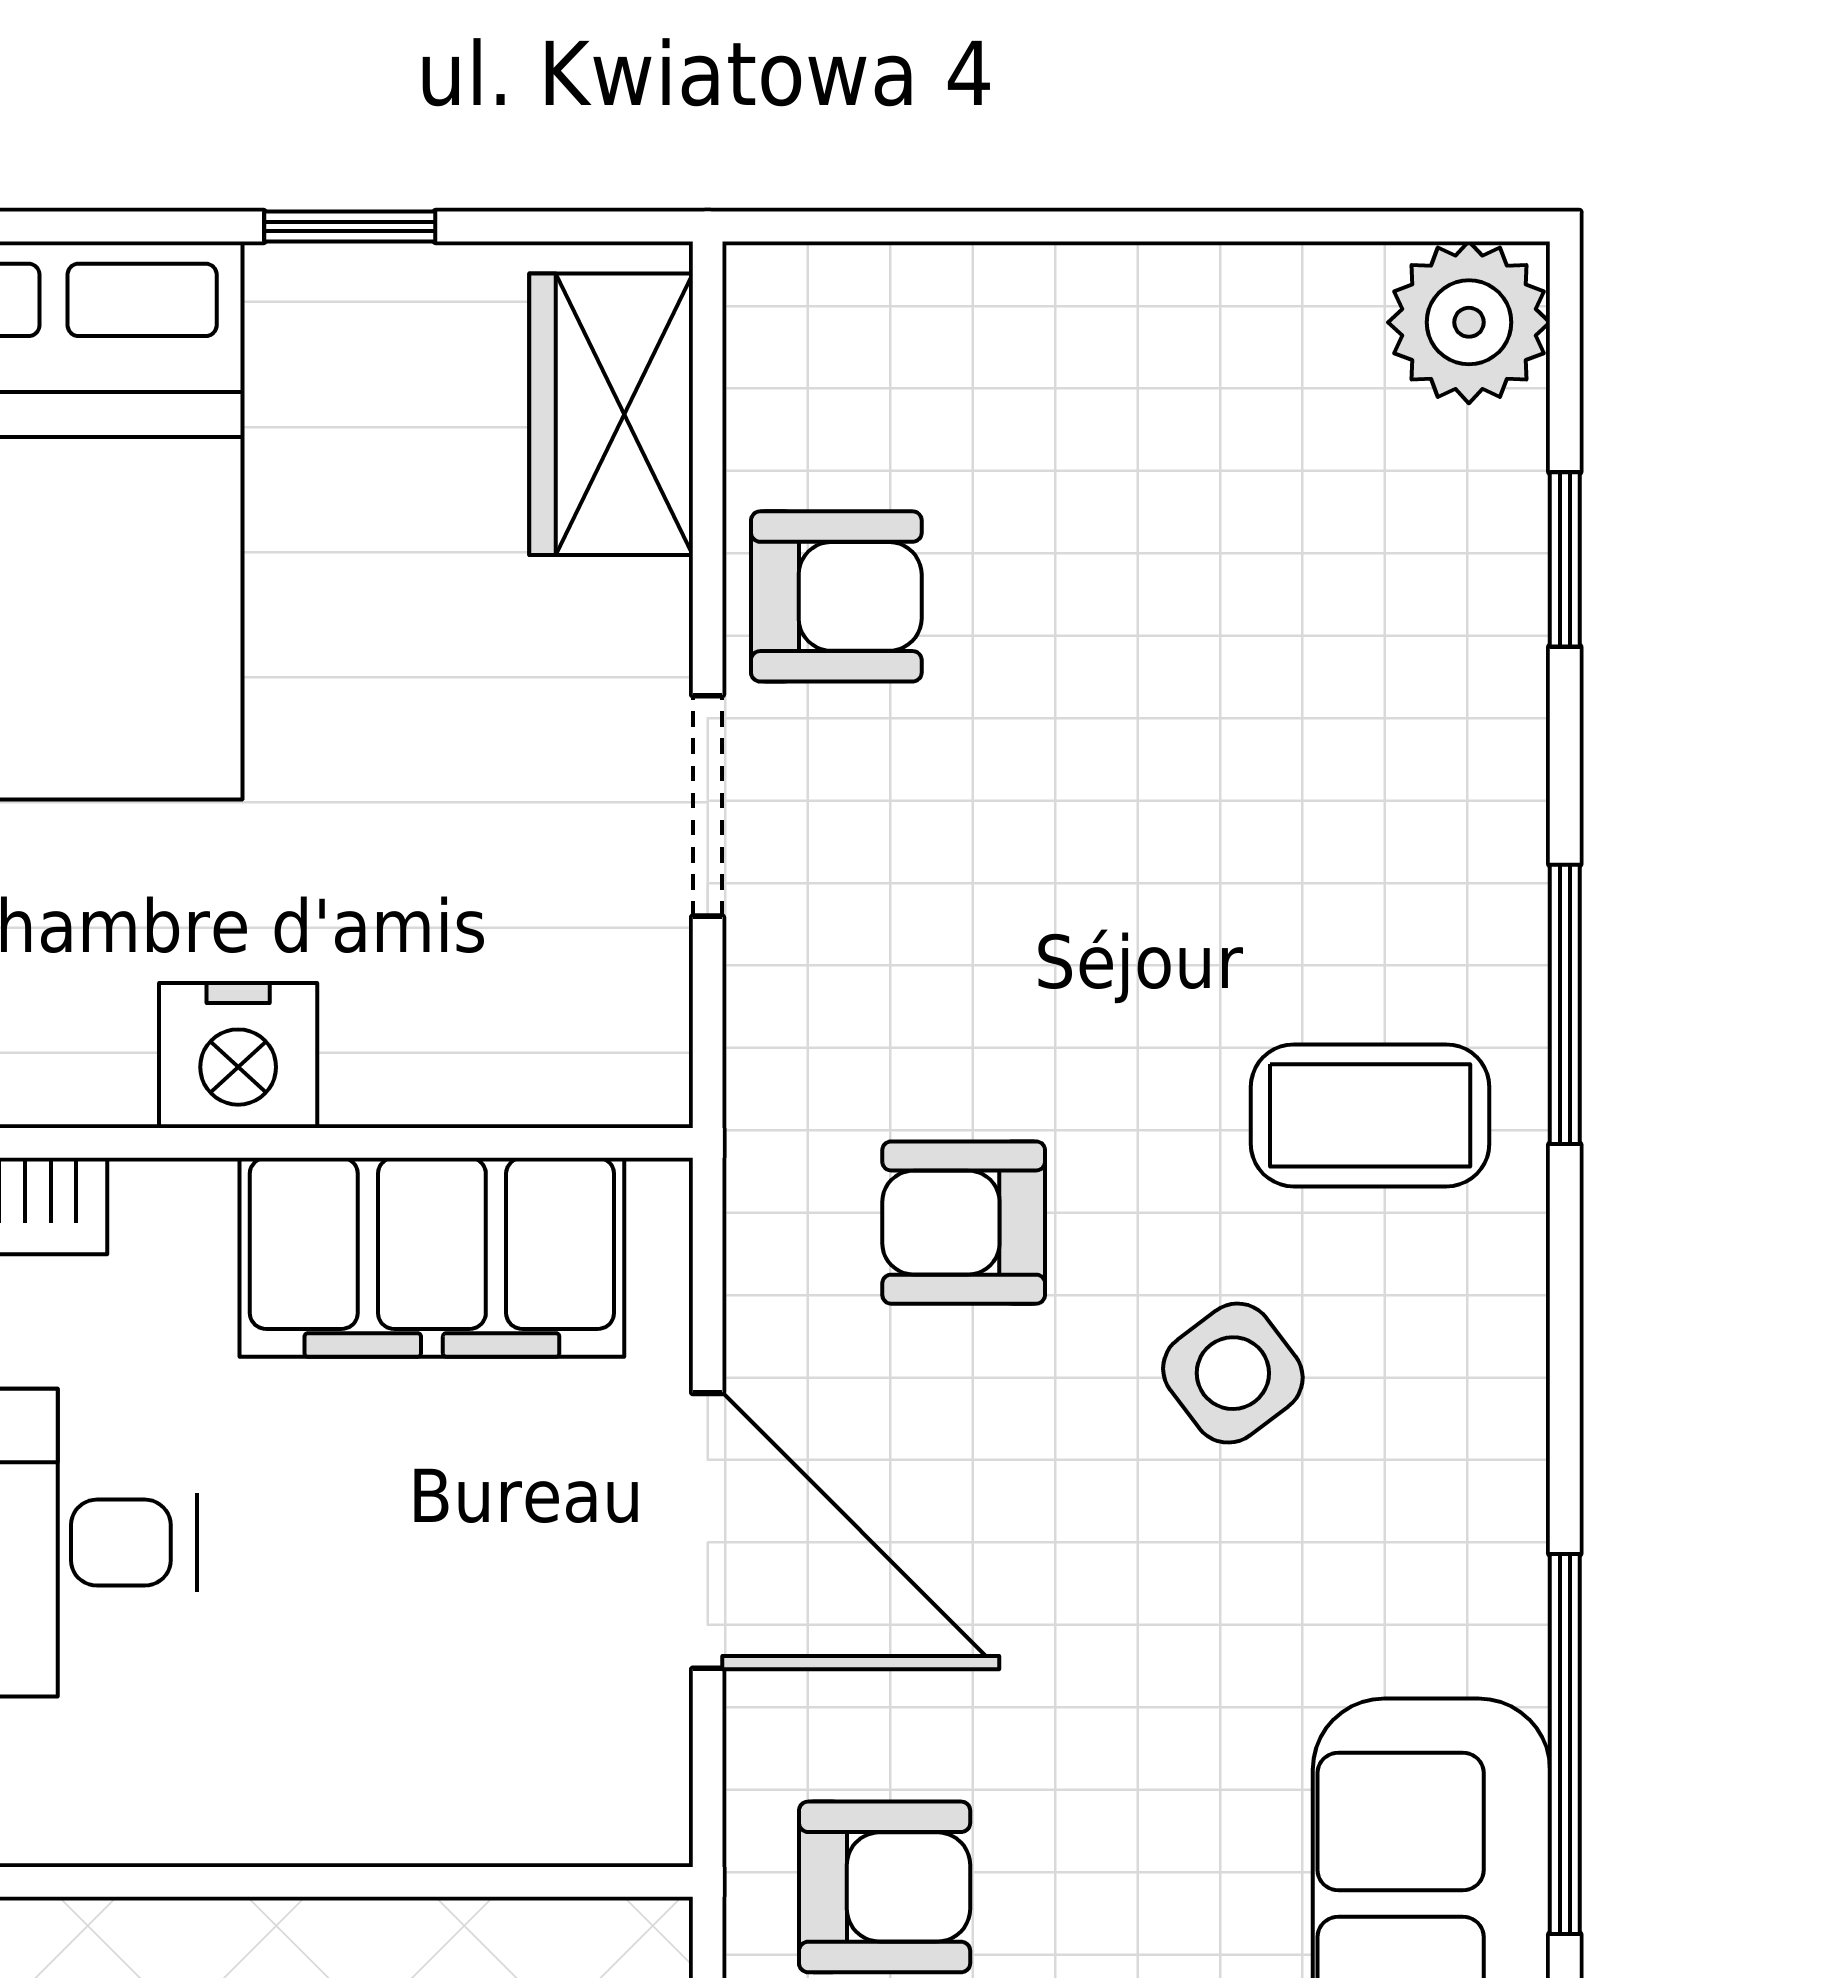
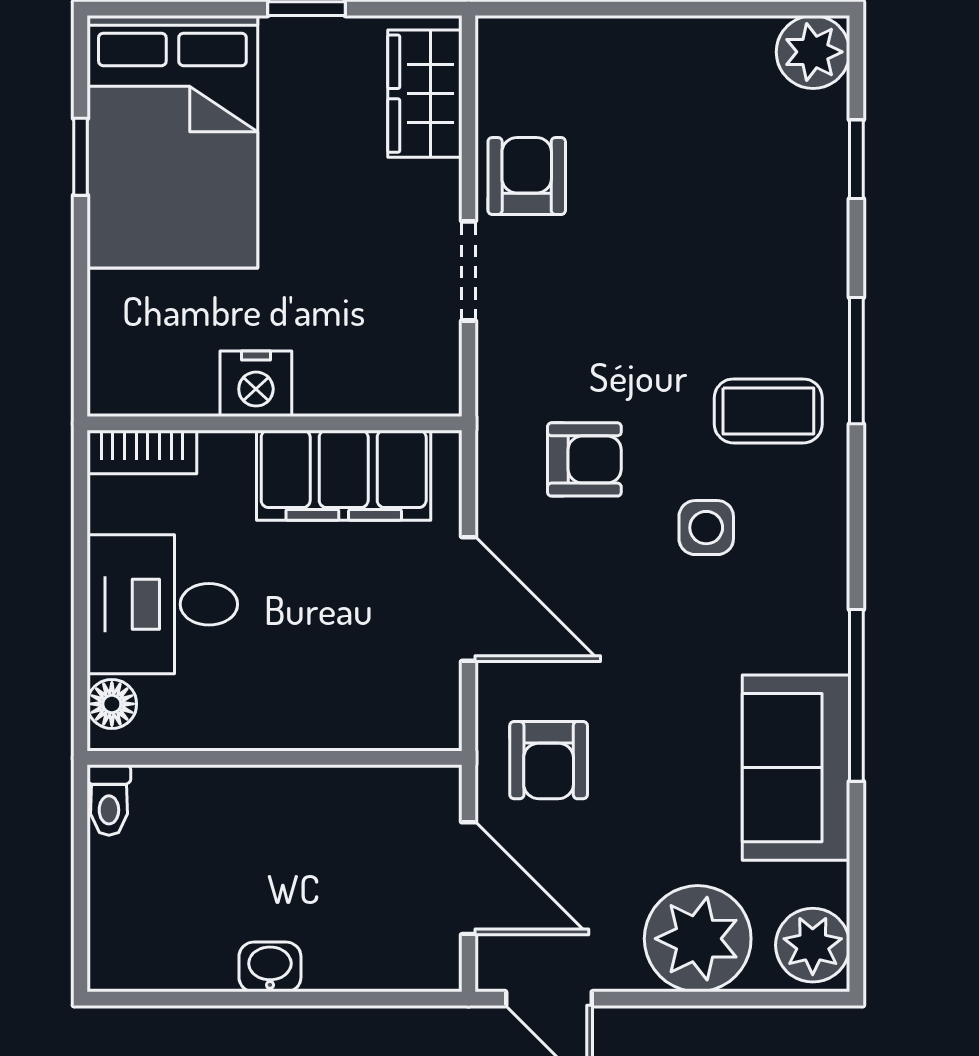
armchair: (836, 596) -> (527, 176), turned -90
armchair: (964, 1223) -> (584, 459), turned 180
side table: (1233, 1373) -> (706, 528), turned 37
armchair: (885, 1887) -> (549, 760), turned 90

